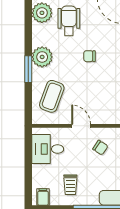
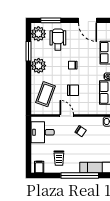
window: (28, 69) -> (28, 51), moved
chair: (90, 91) -> (73, 90), added

